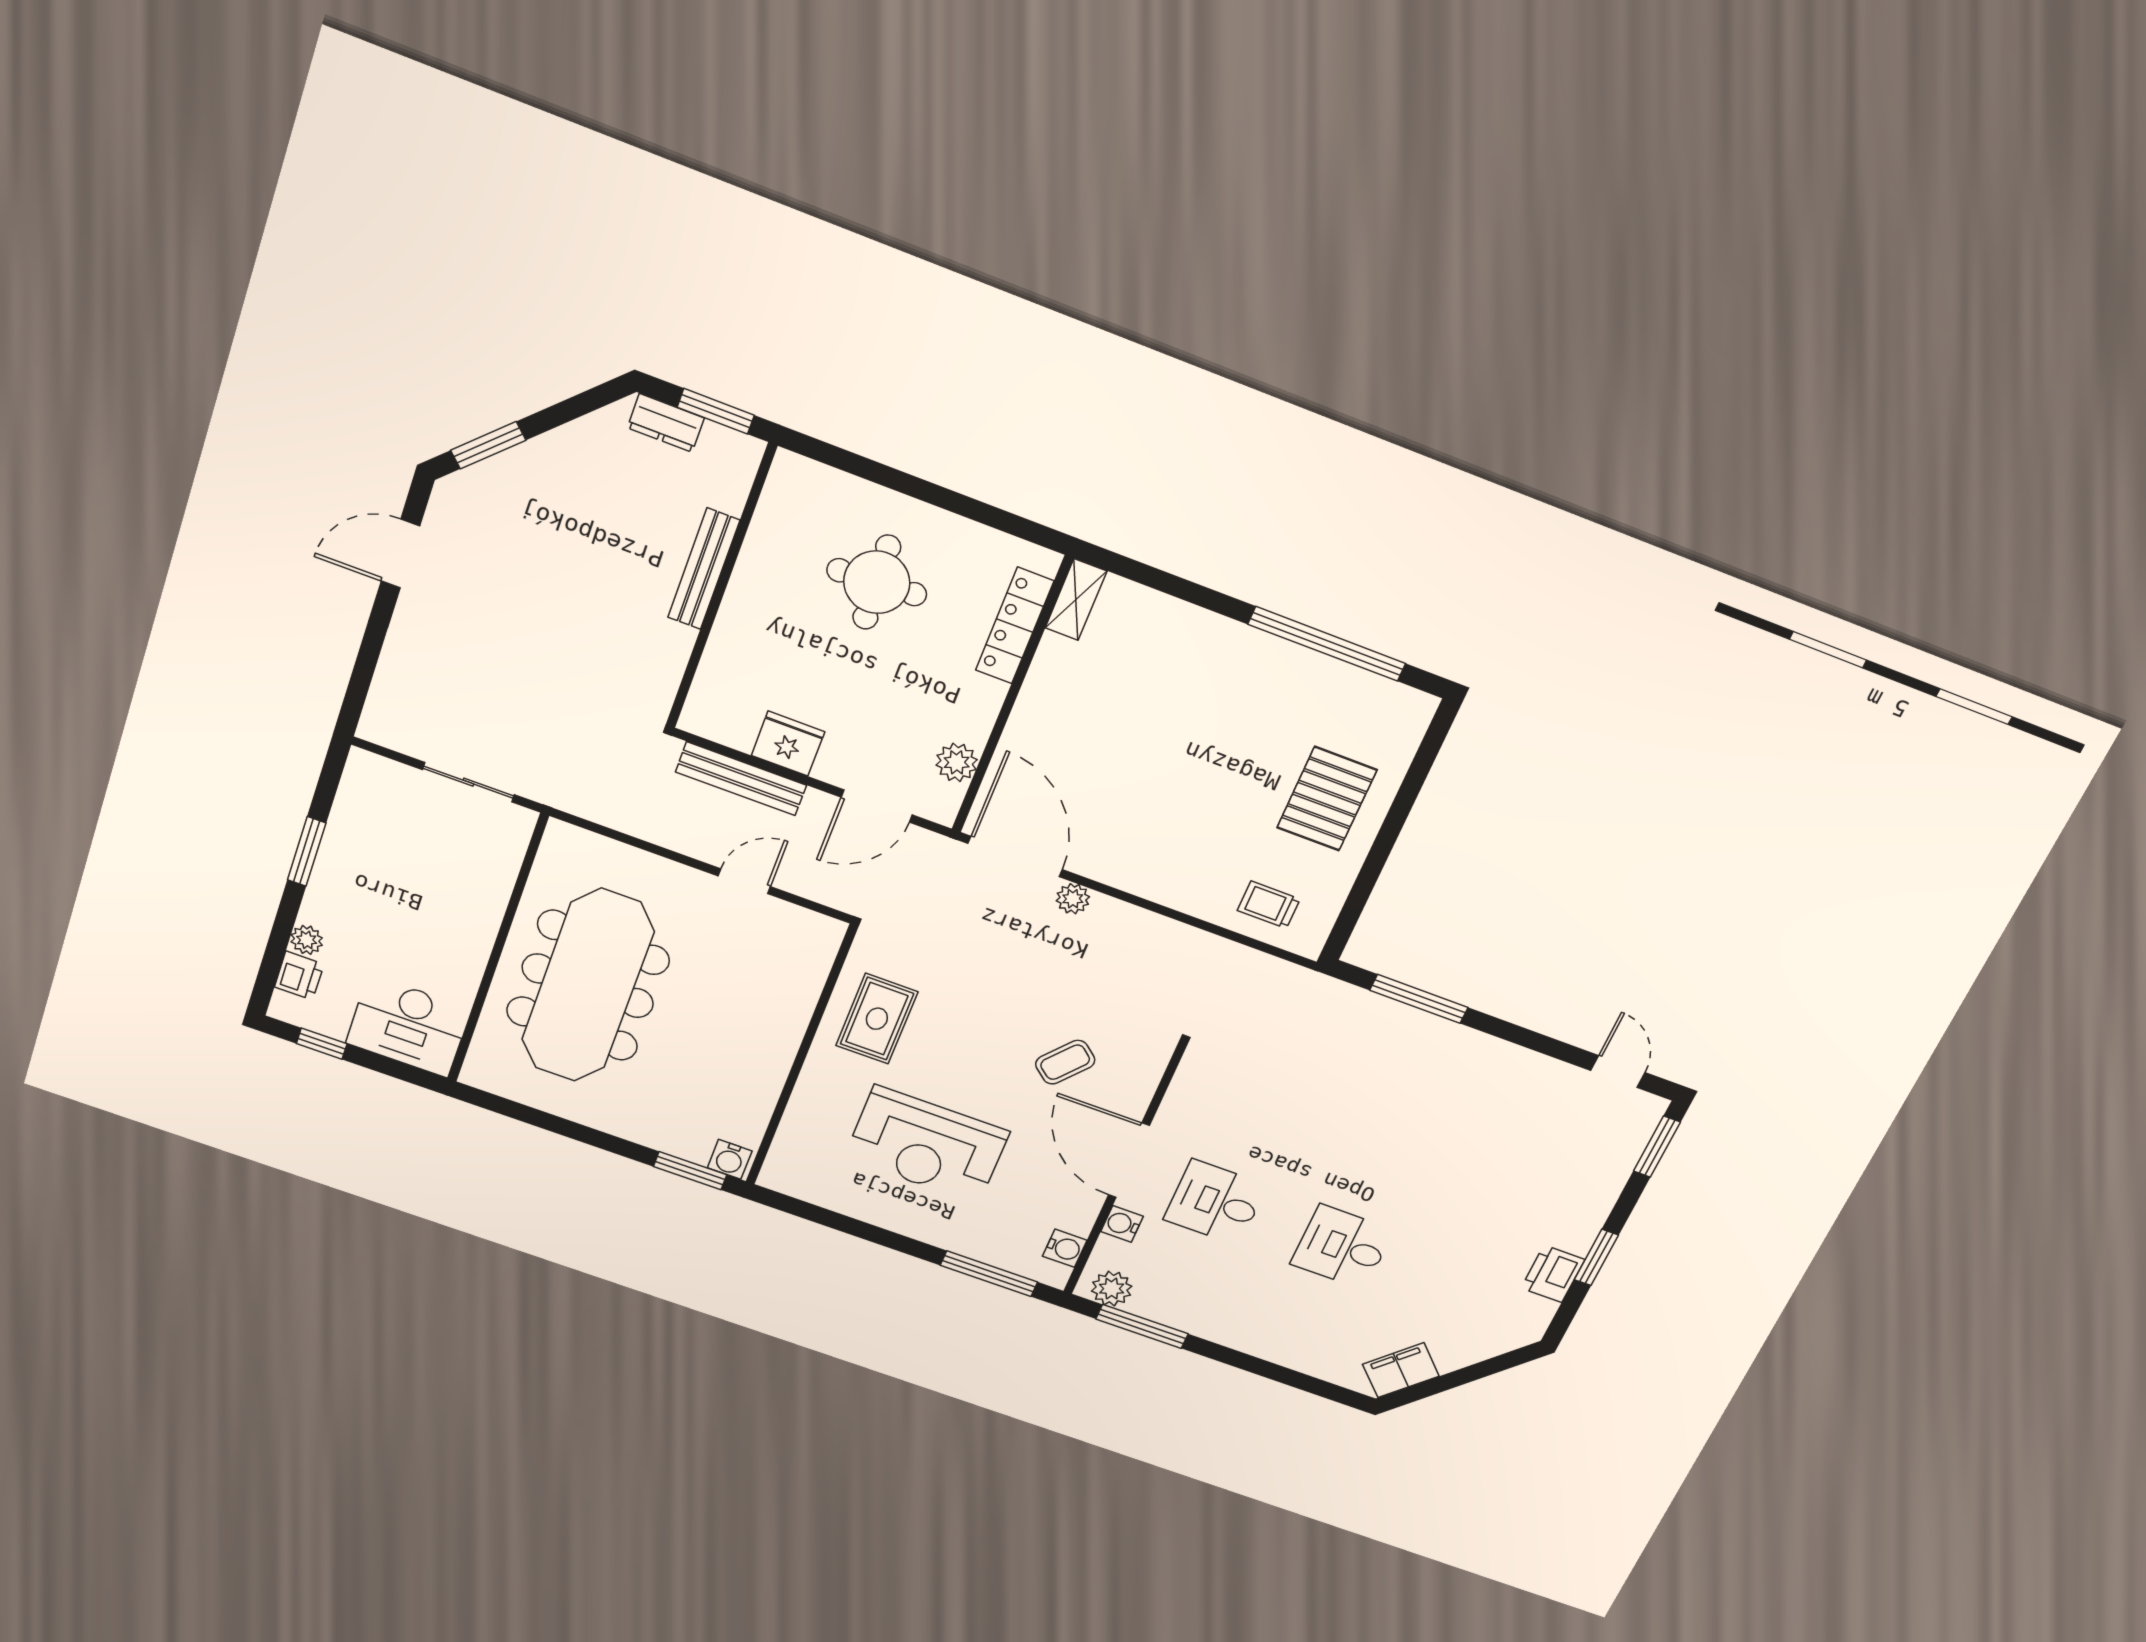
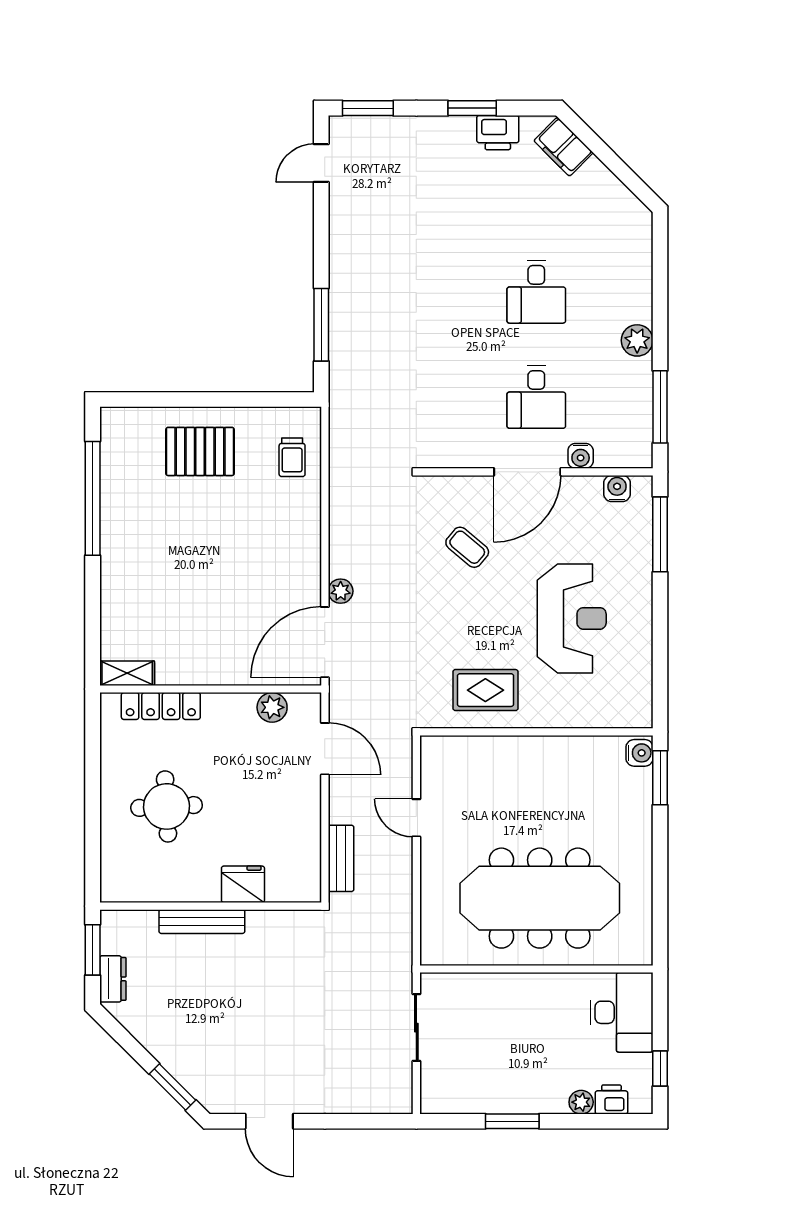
fridge: (788, 744) -> (243, 884), moved, turned 90
bench: (741, 779) -> (341, 858), width x0.73
plant: (1112, 1289) -> (637, 340), moved
filing cabinet: (1401, 1370) -> (564, 147), moved

